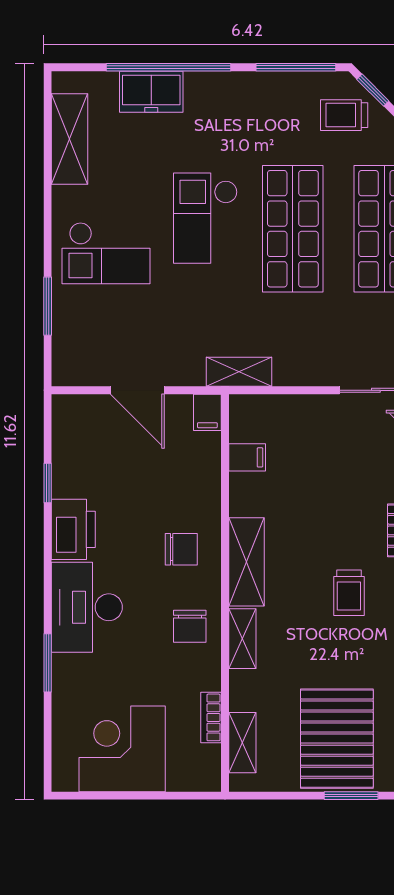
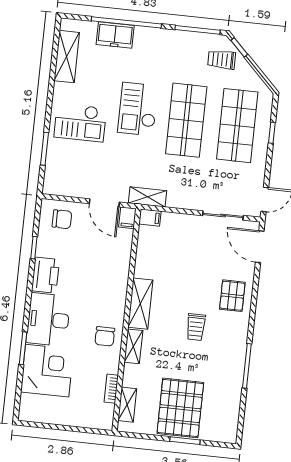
door: (137, 390) -> (104, 203), moved
filing cabinet: (247, 457) -> (150, 218), moved
chair: (181, 549) -> (62, 219), moved
corner desk: (122, 749) -> (47, 371), moved, turned 90

